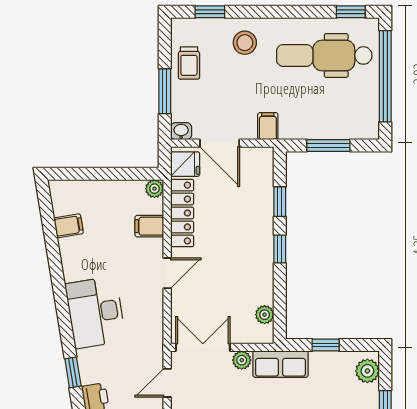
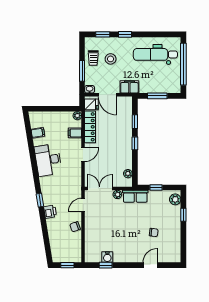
window: (351, 12) -> (125, 34), moved
stool: (245, 43) -> (111, 59), moved
filing cabinet: (268, 126) -> (129, 87), width x2.00
desk: (95, 312) -> (48, 160), moved

